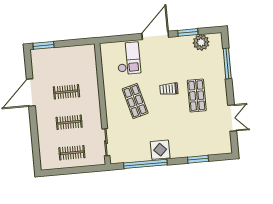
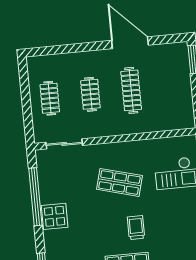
clothes rail: (66, 92) -> (131, 90), width x1.36
shop shelf: (135, 101) -> (119, 182), turned 30

